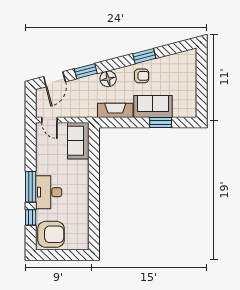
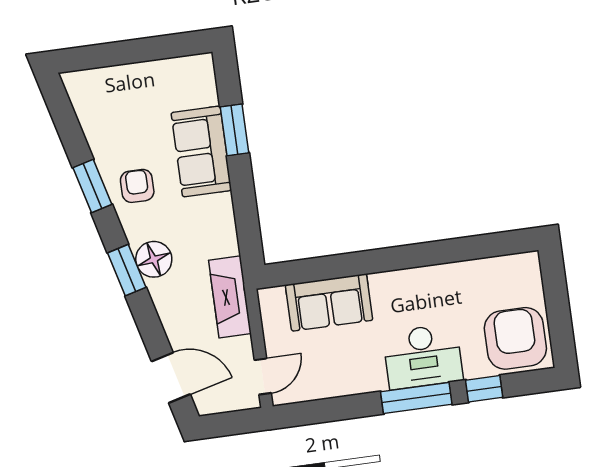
window: (86, 71) -> (127, 270), moved
fireplace: (115, 110) -> (230, 297), moved
sofa: (78, 141) -> (329, 302), moved

